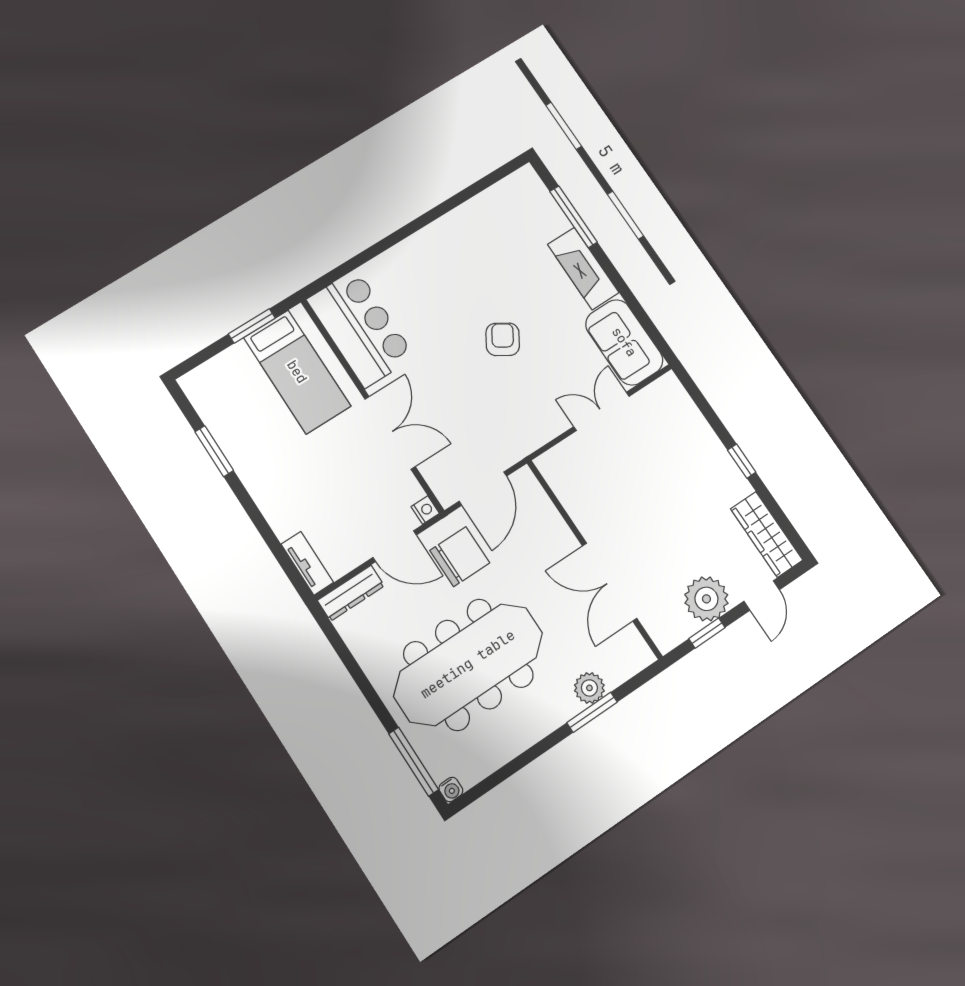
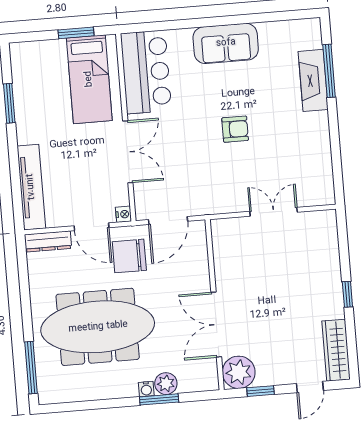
fireplace: (583, 269) -> (313, 80), moved
armchair: (503, 339) -> (235, 129), turned 58
sofa: (624, 342) -> (226, 43), moved, turned -90
chair: (460, 557) -> (129, 256), turned 180
tv unit: (307, 563) -> (31, 187), width x1.92, depth x1.29
plant: (706, 599) -> (239, 372), moved
water cooler: (451, 790) -> (146, 389), moved

